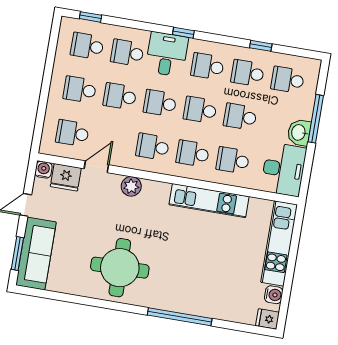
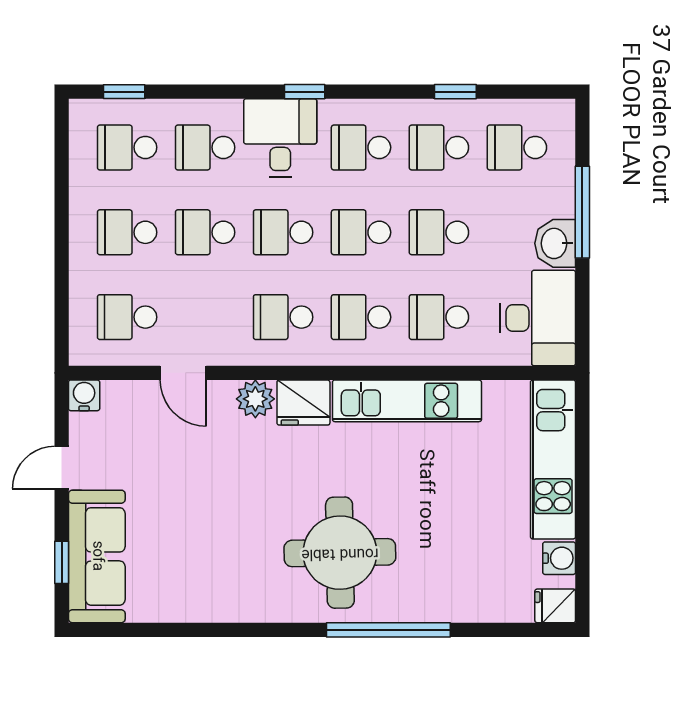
door: (96, 167) -> (183, 373), swing flipped
fridge: (66, 177) -> (303, 403), moved
window: (17, 254) -> (62, 562), width x0.67
round table: (120, 268) -> (340, 553), moved

